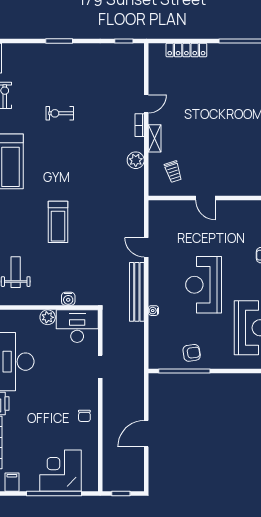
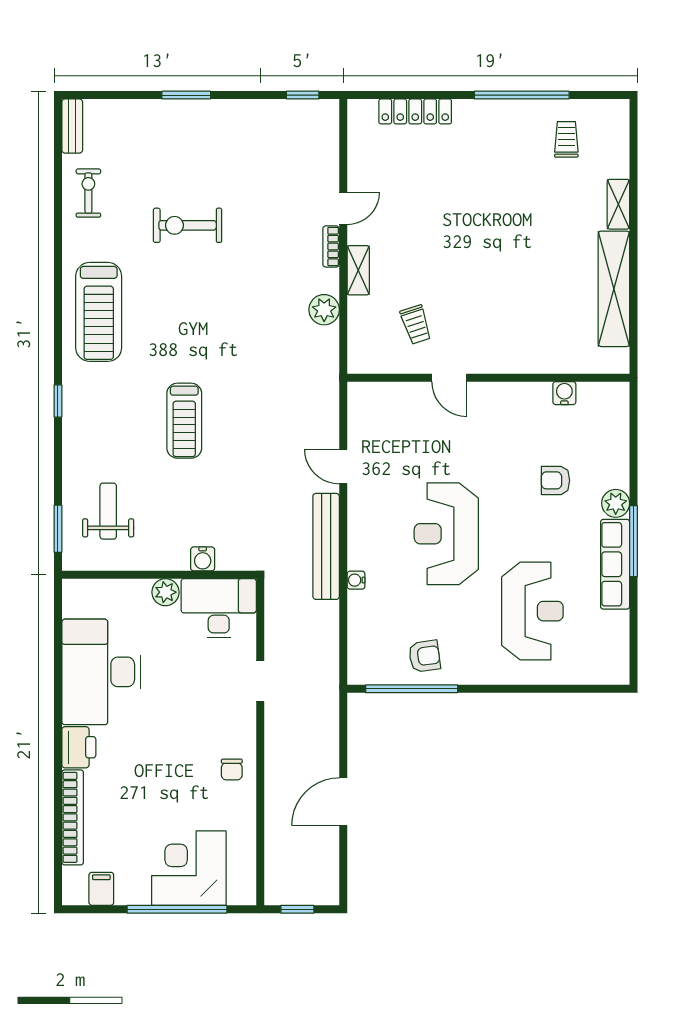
exercise bike: (60, 113) -> (188, 225), width x1.38, depth x1.39
trolley: (173, 172) -> (416, 325), moved

